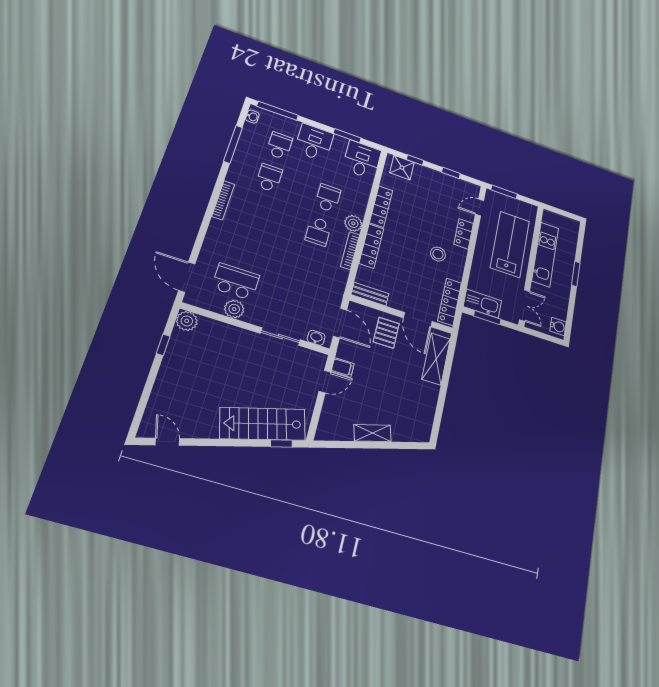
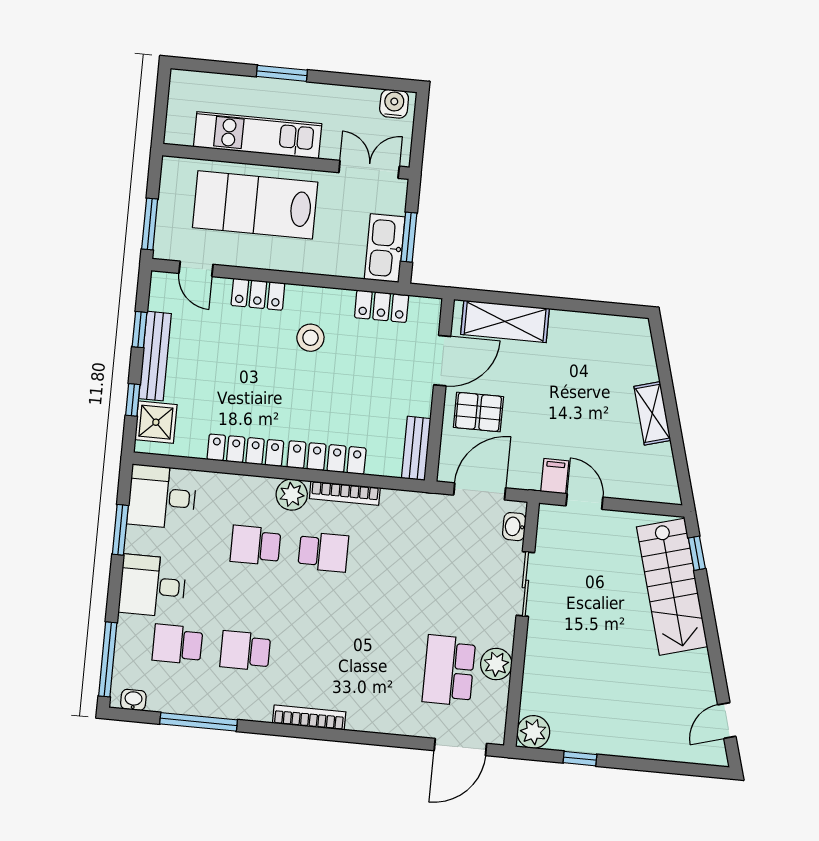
bench: (437, 176) -> (155, 356), added
locker: (450, 302) -> (382, 306), width x0.66

